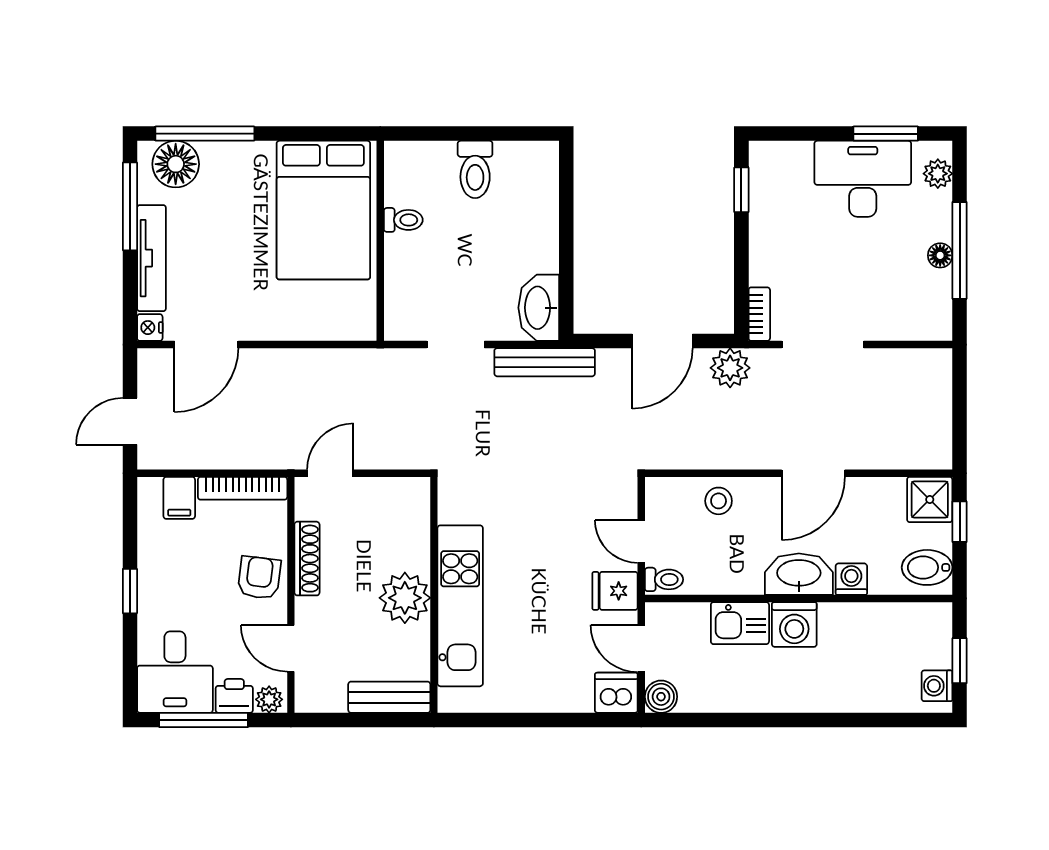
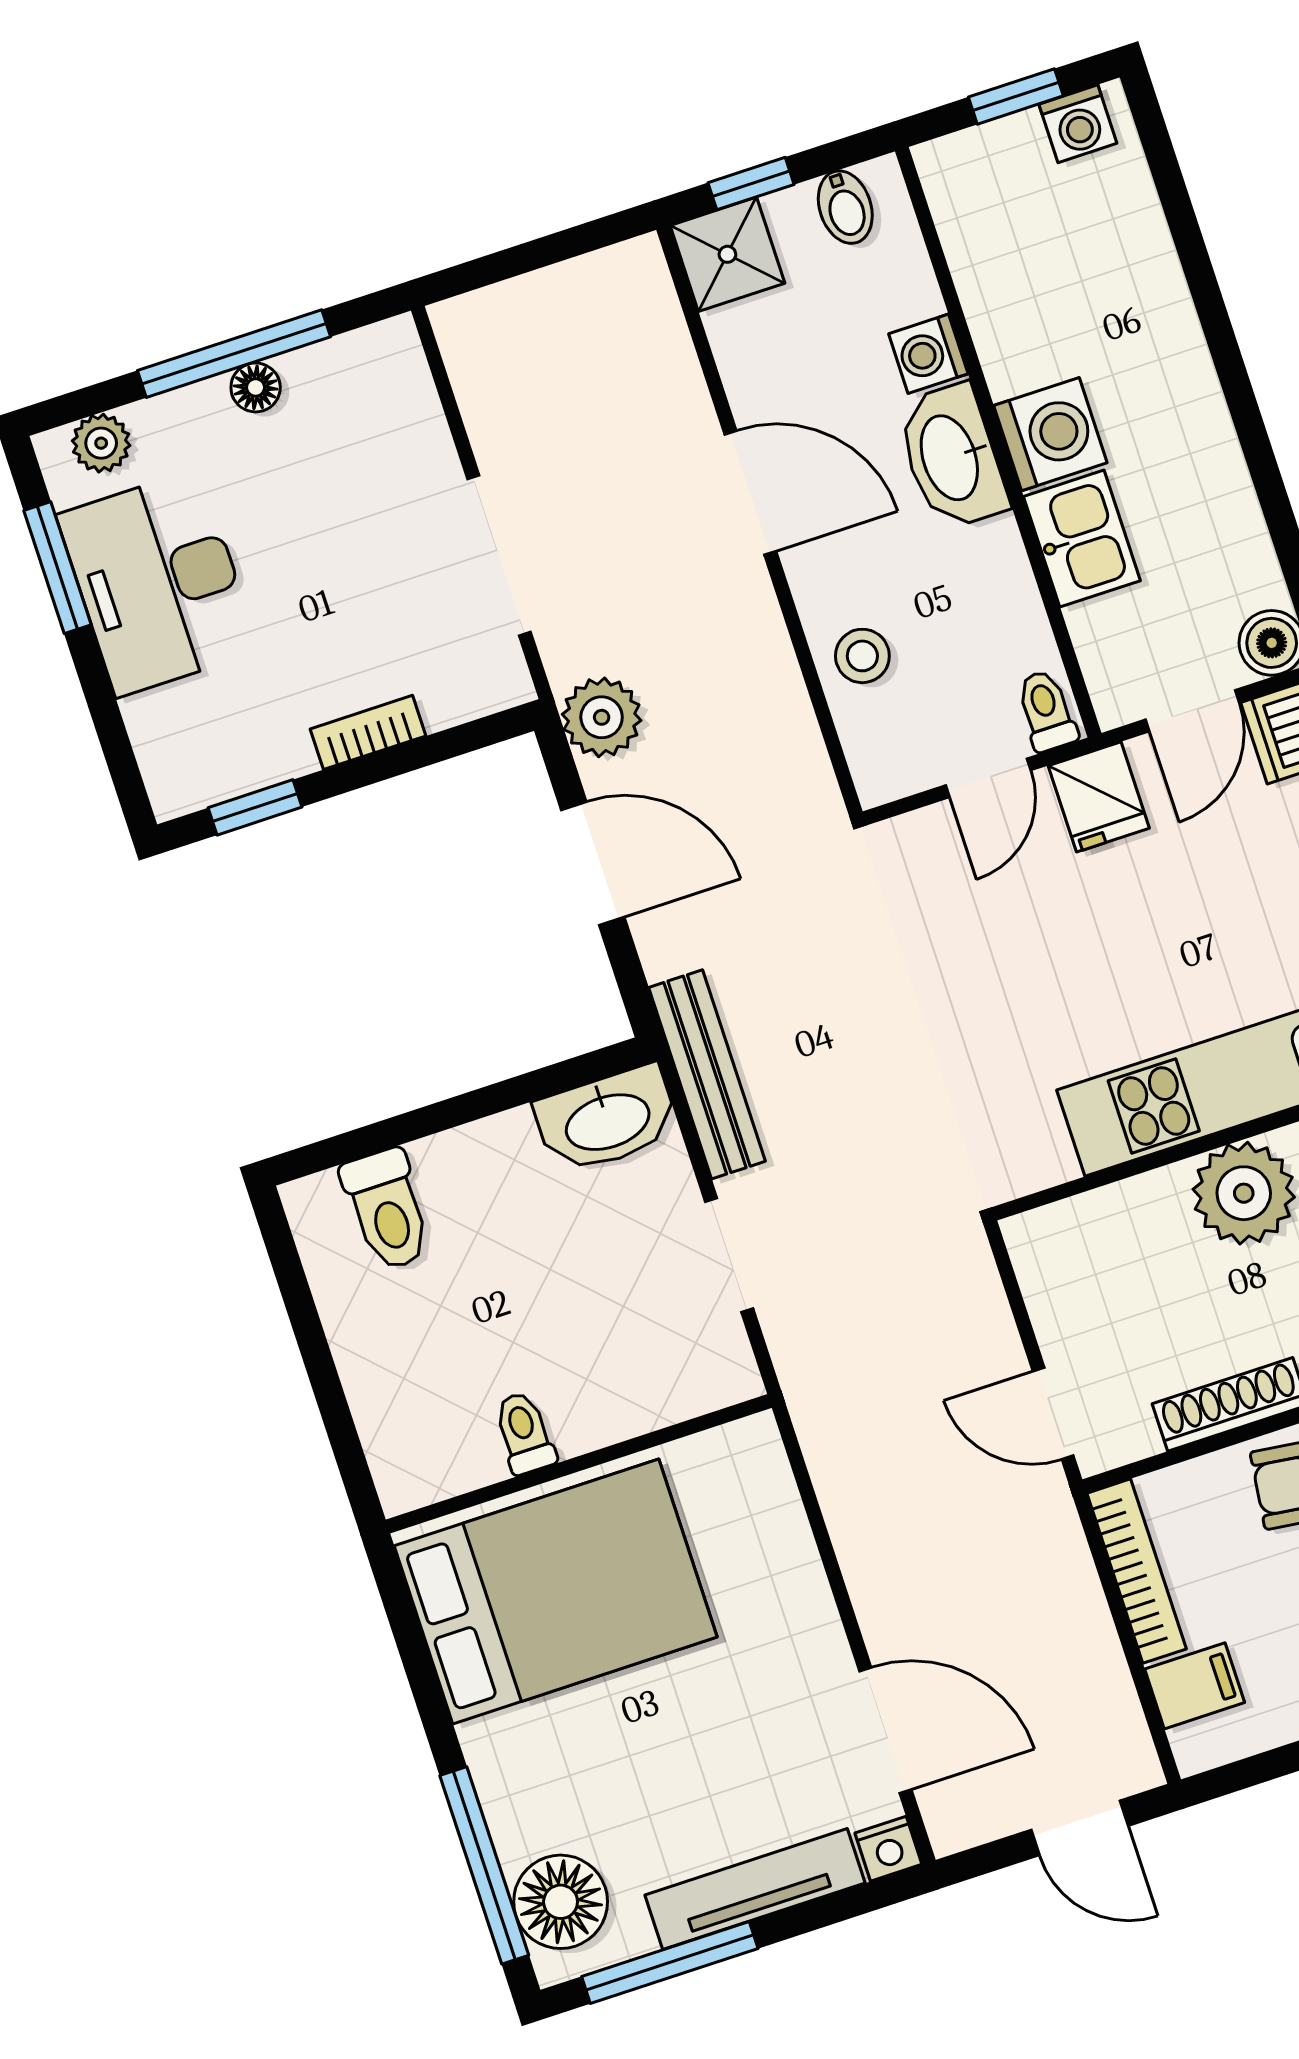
toilet: (475, 169) -> (387, 1210), moved, turned 90
bookcase: (759, 314) -> (368, 732), moved
bidet: (927, 567) -> (845, 207), width x0.72, depth x0.74

